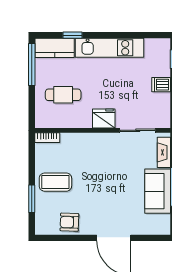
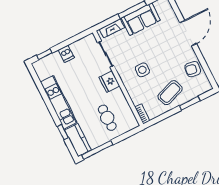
side table: (98, 164) -> (142, 70), added
coffee table: (55, 182) -> (170, 93), turned 71
armchair: (69, 222) -> (193, 69), turned 96

